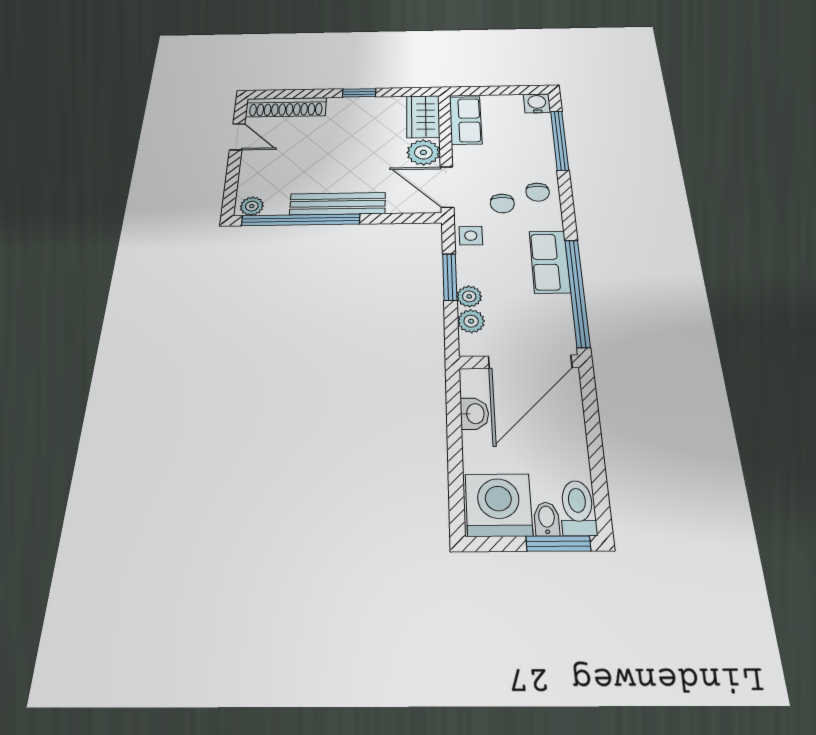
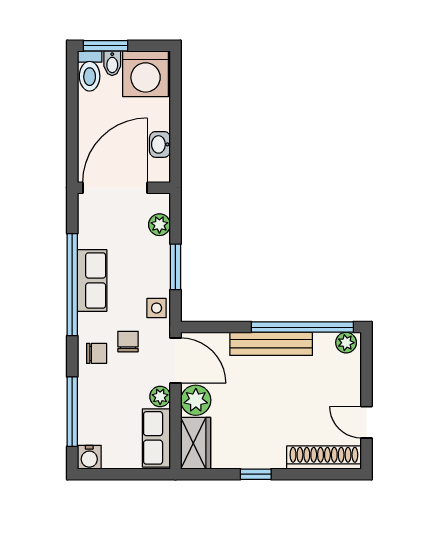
chair: (538, 192) -> (97, 353), turned 90
window: (577, 292) -> (72, 285), moved
plant: (469, 296) -> (160, 397), moved

